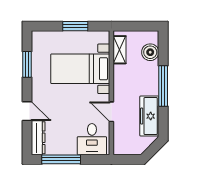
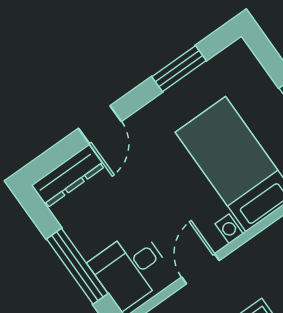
window: (61, 159) -> (77, 266), moved

